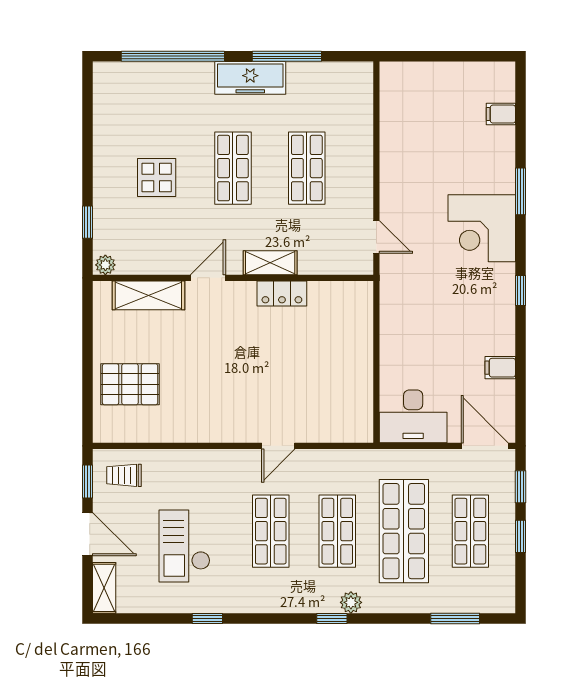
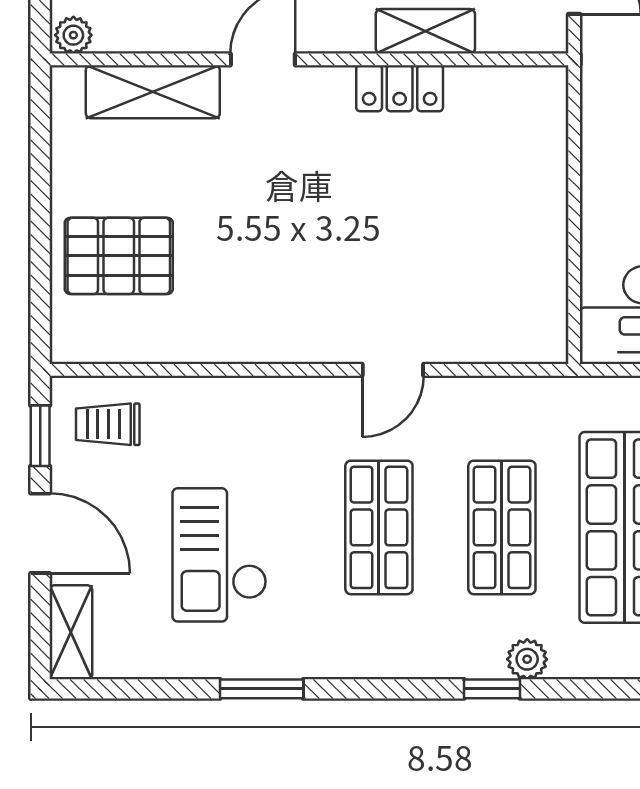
shelving: (270, 263) -> (425, 31), moved
window: (207, 618) -> (262, 689), width x1.50

